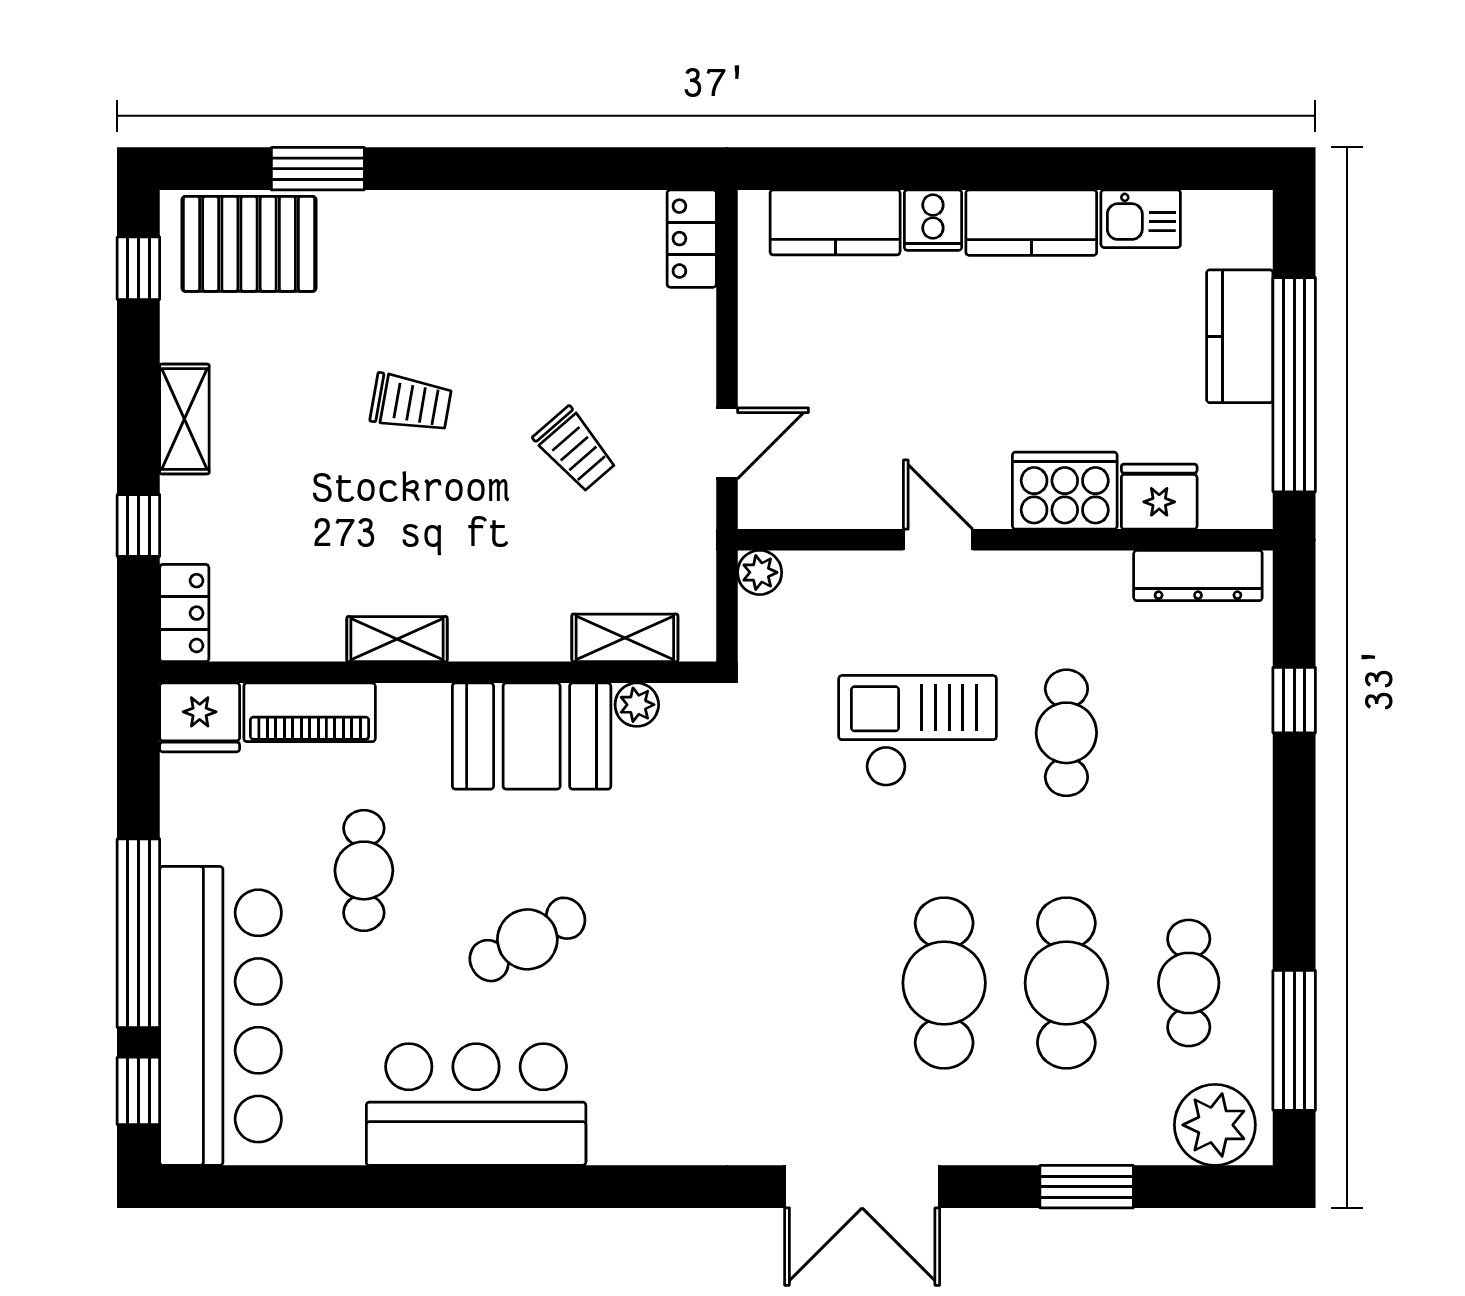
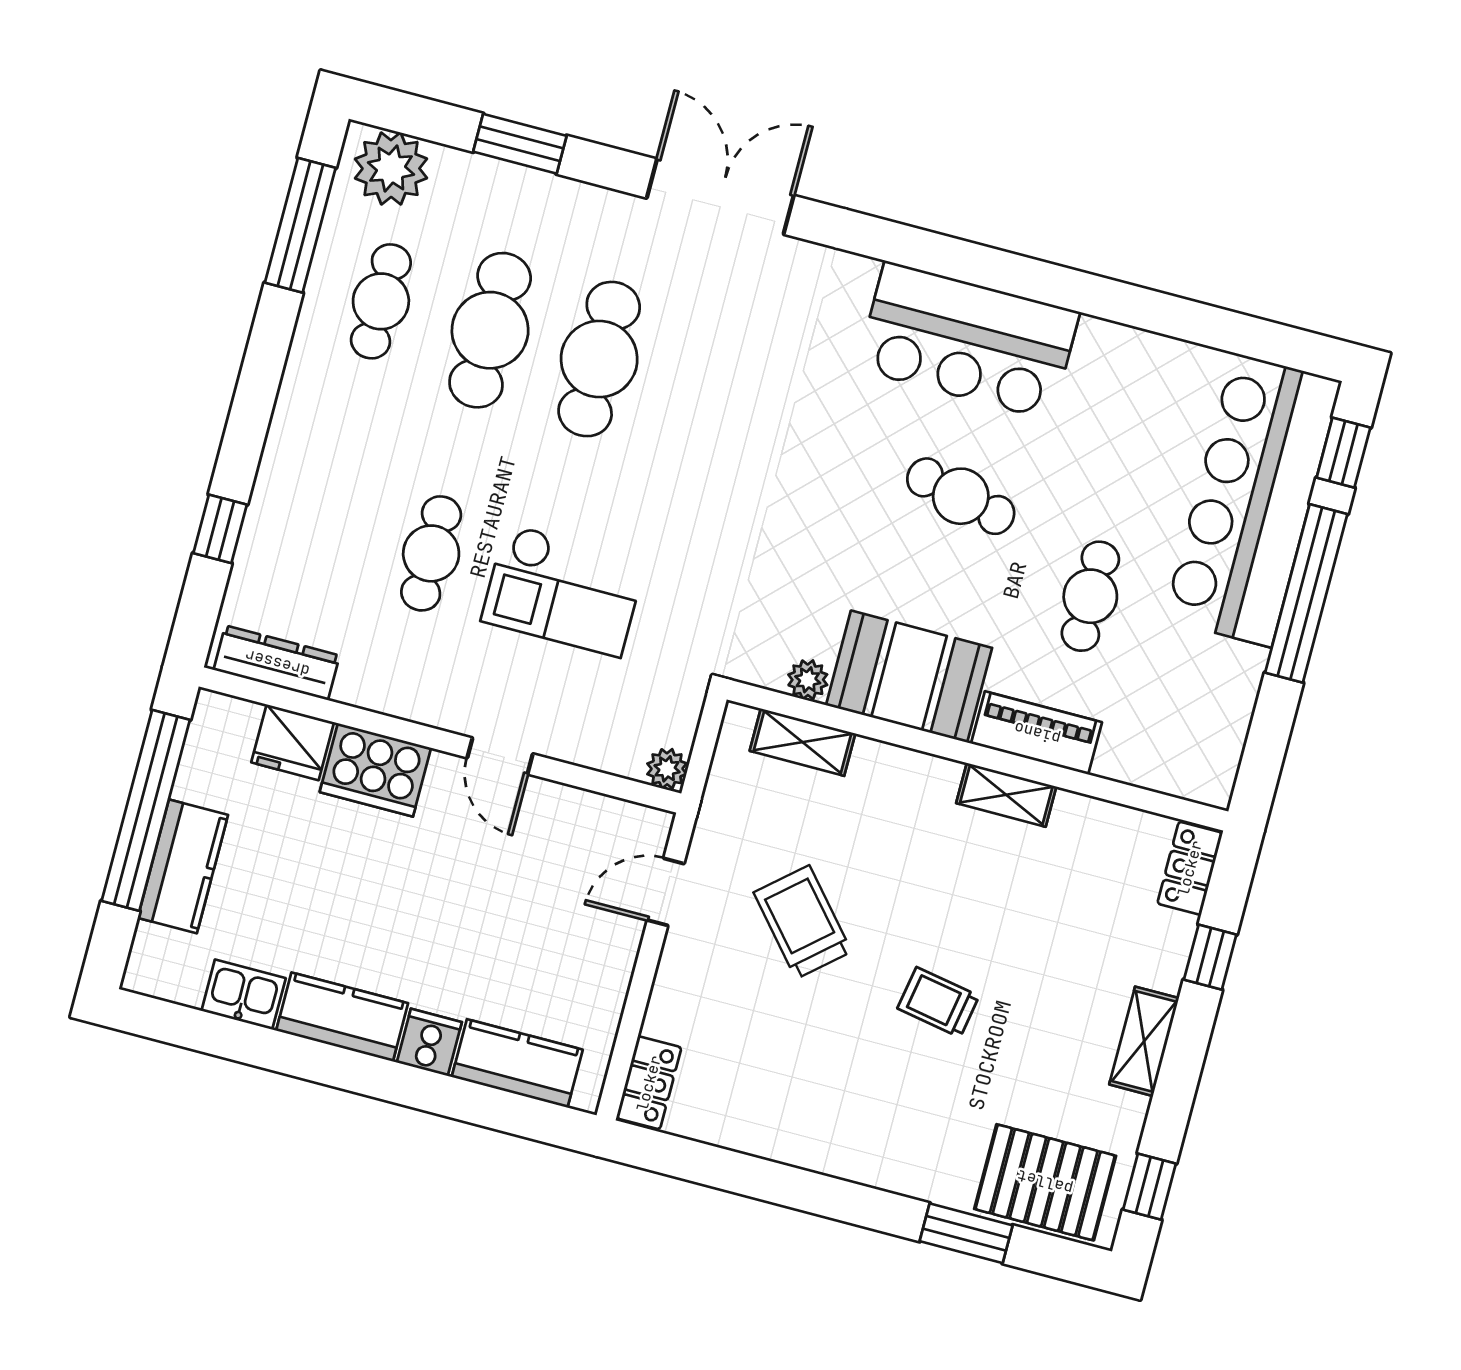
trolley: (575, 449) -> (803, 922), width x1.36, depth x1.39
piano: (310, 712) -> (1037, 733), moved
fridge: (200, 717) -> (1201, 772), removed
cafe table: (527, 939) -> (961, 496), turned 42
bar counter: (476, 1104) -> (968, 341), moved

